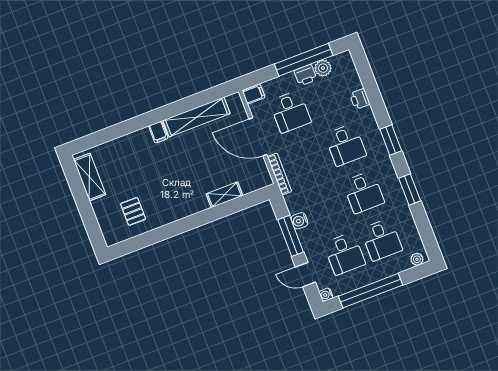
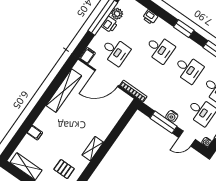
filing cabinet: (158, 132) -> (35, 133), moved
shelving: (224, 195) -> (93, 149), moved
water cooler: (300, 221) -> (172, 116), moved

